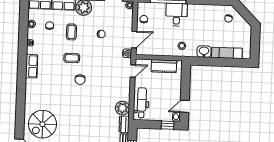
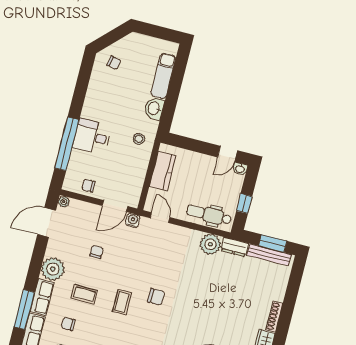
door: (134, 40) -> (115, 206), swing flipped
door: (185, 106) -> (227, 154), hinge flipped
window: (168, 125) -> (244, 204), moved

